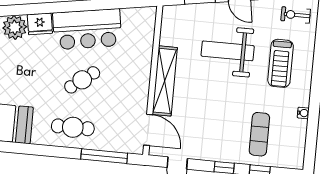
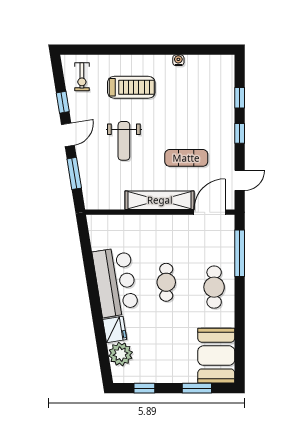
weight bench: (228, 51) -> (124, 141), width x0.73, depth x0.75
cafe table: (82, 80) -> (166, 282), turned 37
exercise mat: (259, 134) -> (186, 158), moved

